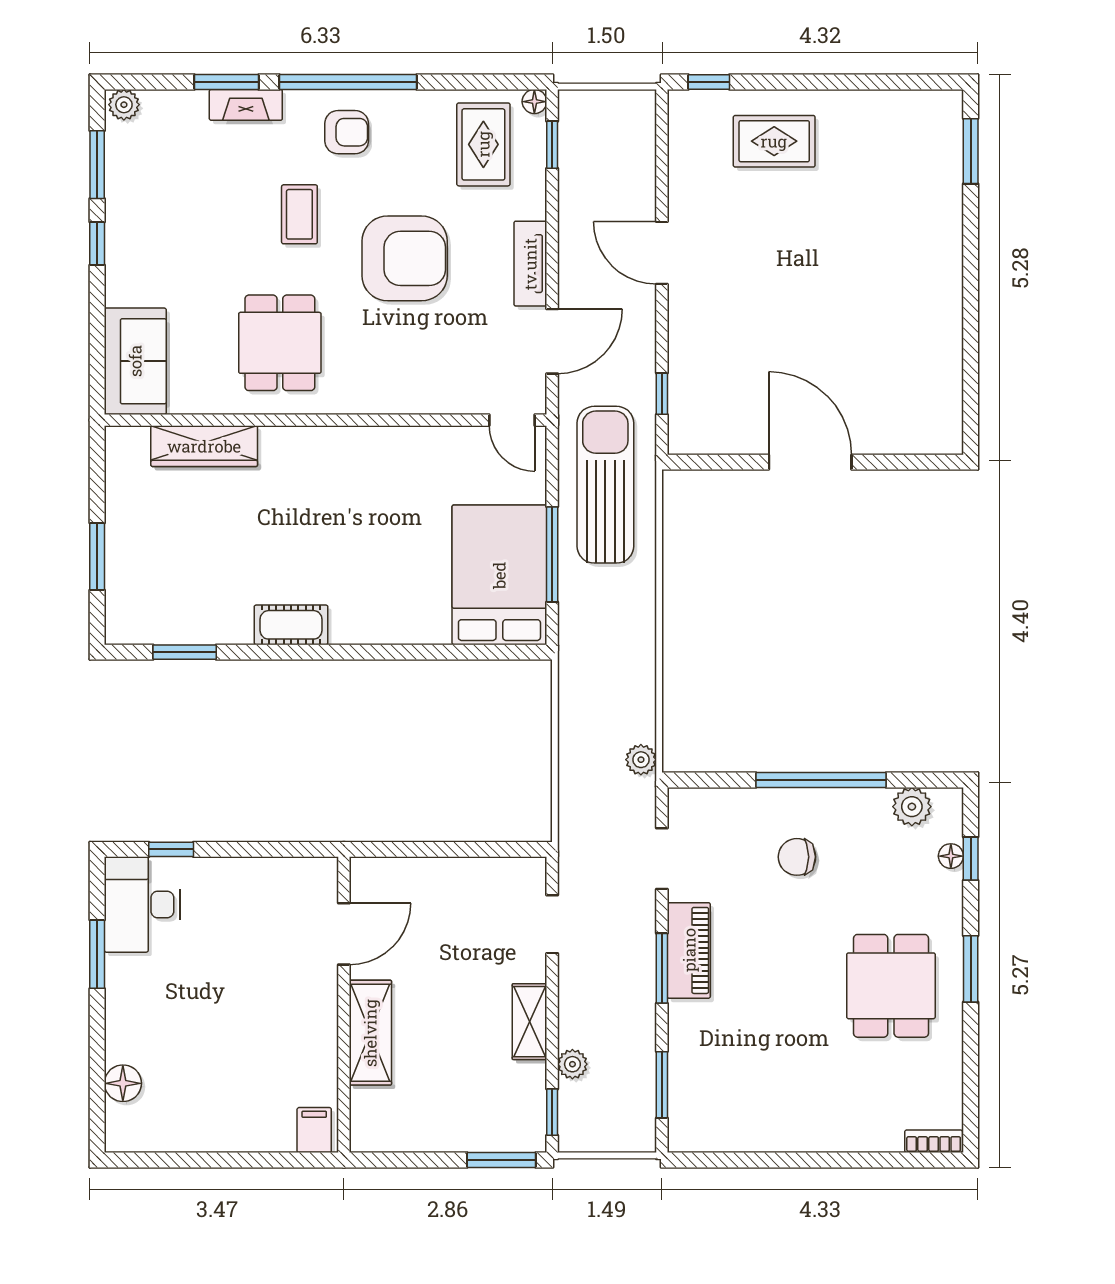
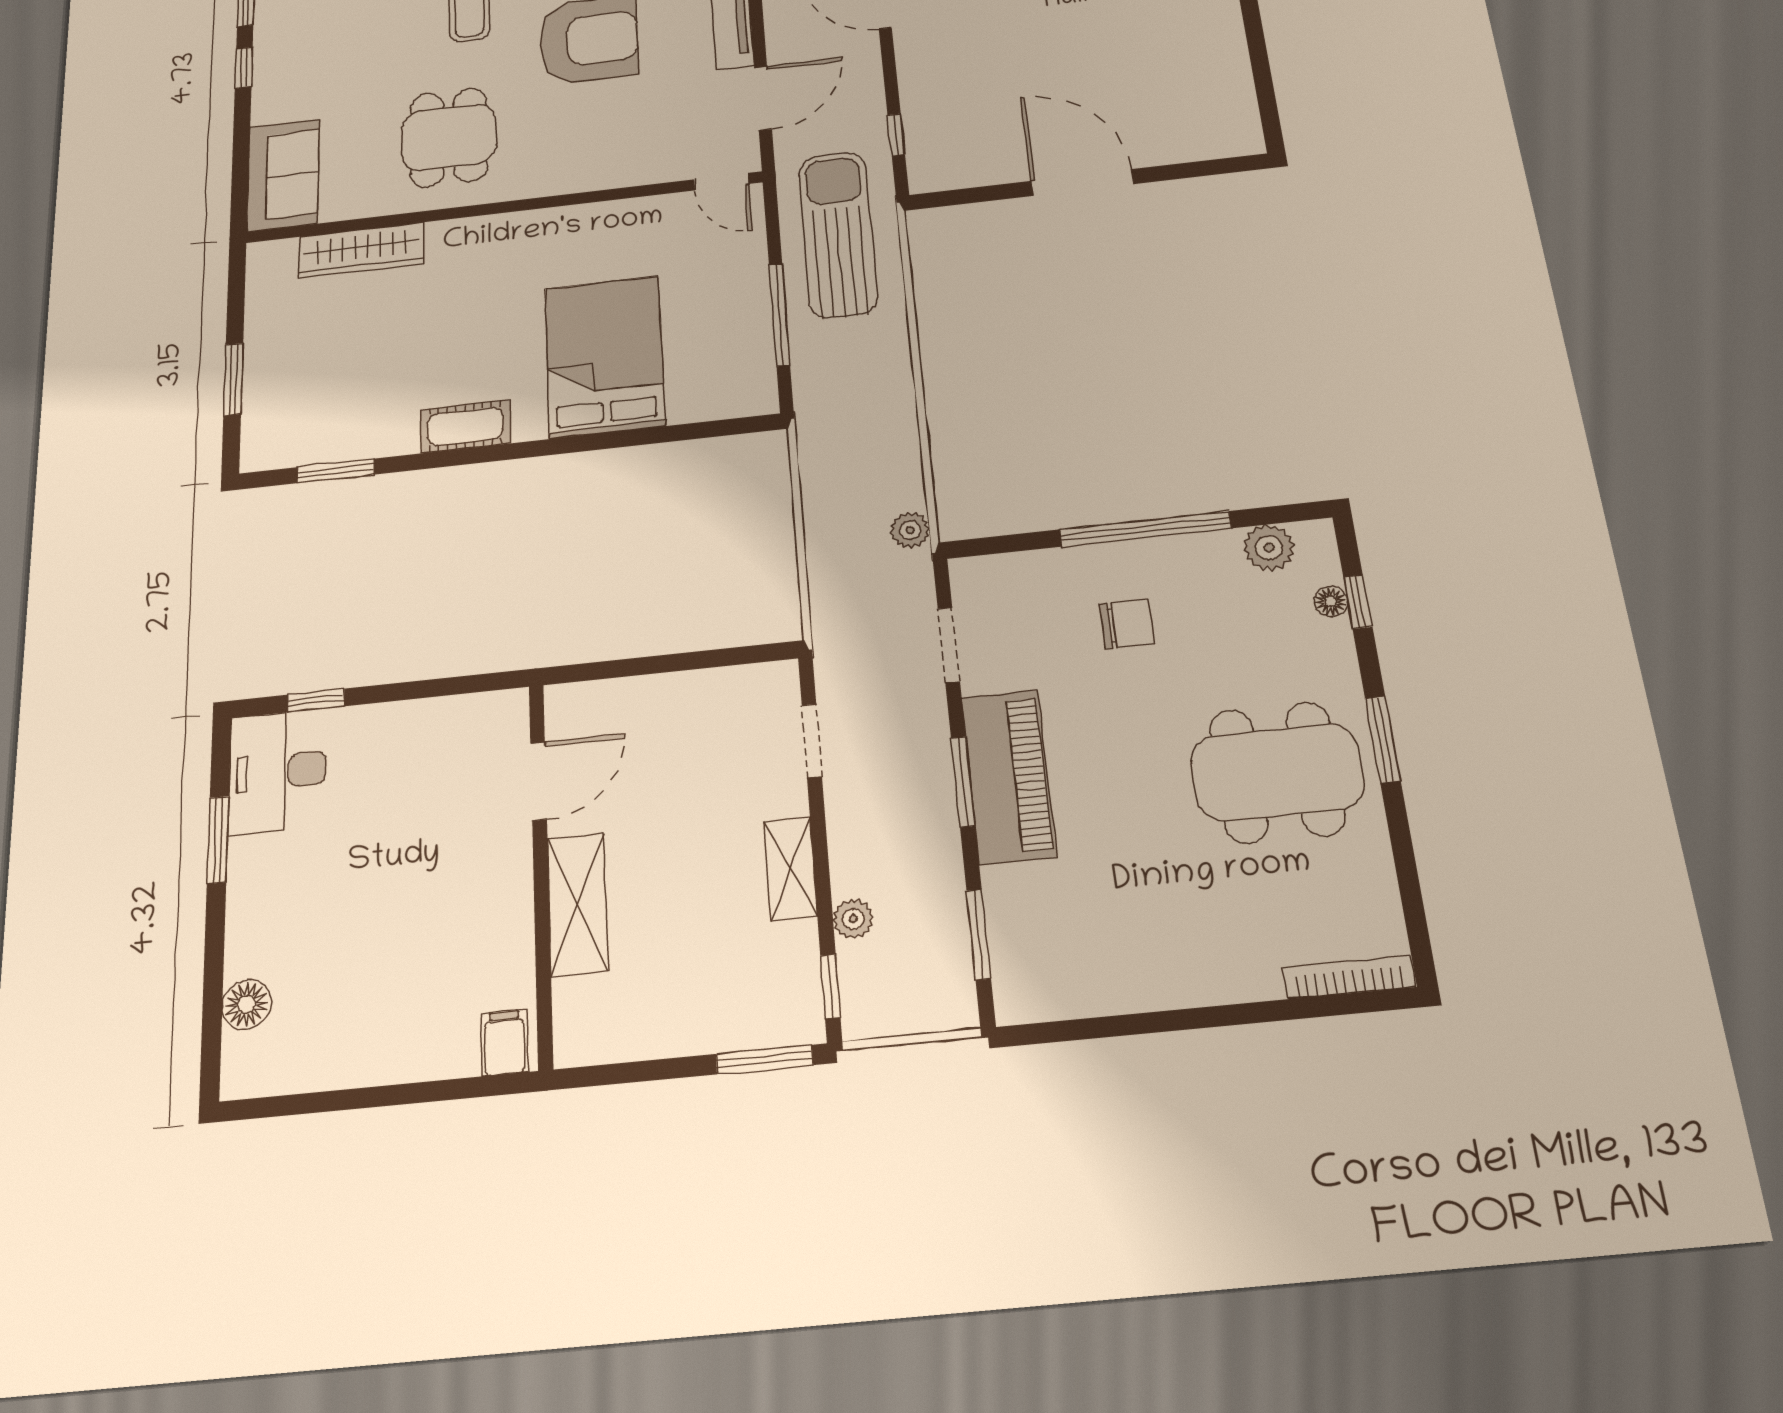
bed: (499, 575) -> (604, 356), moved
chair: (797, 857) -> (1127, 624), turned 180
piano: (689, 950) -> (1009, 776), width x1.37, depth x1.33
dining table: (891, 986) -> (1277, 772), width x1.38
bookcase: (934, 1141) -> (1349, 977), width x1.56

